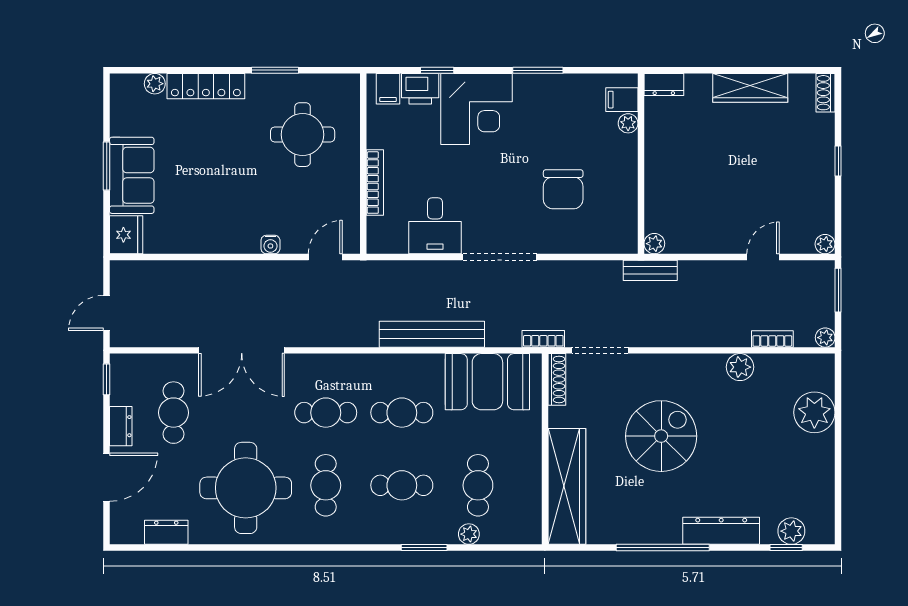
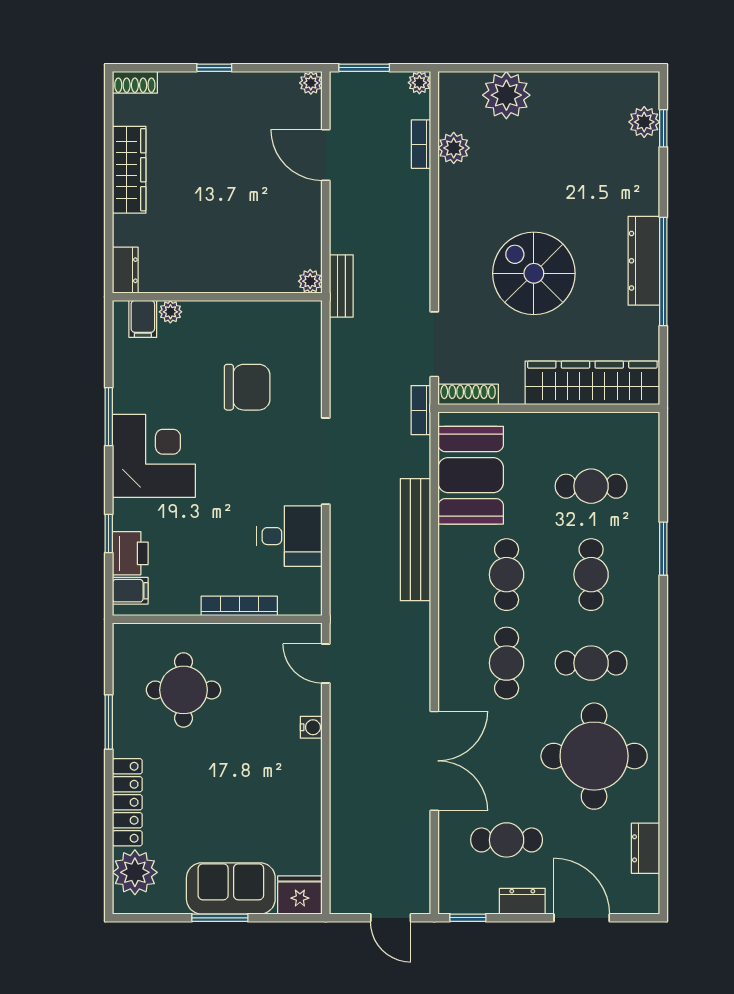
plant: (155, 84) -> (135, 872), width x1.87, depth x1.87
corner desk: (477, 109) -> (154, 456), moved
door: (763, 257) -> (326, 155), width x1.38
plant: (740, 367) -> (454, 148), moved
dresser: (721, 531) -> (644, 261), moved
plant: (469, 534) -> (648, 497), removed

